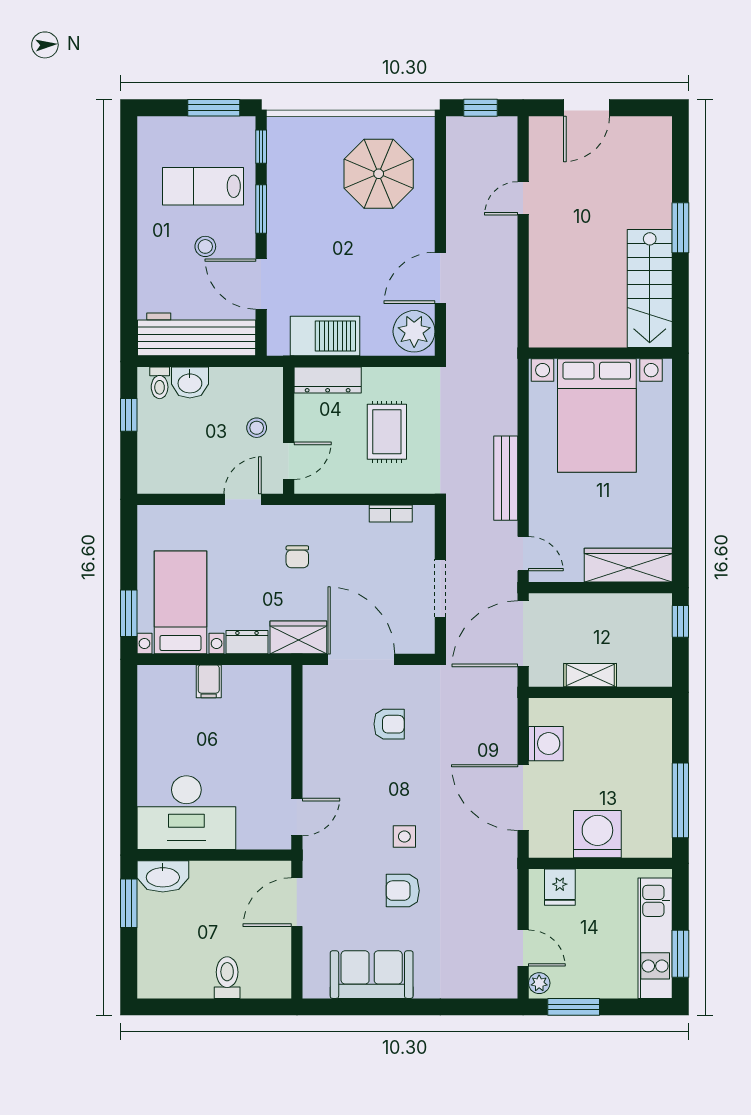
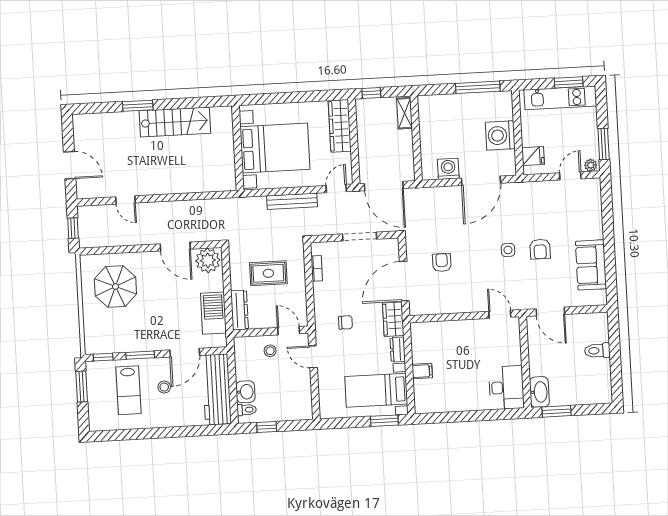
wall: (600, 353) -> (238, 148), moved
bed with nightstands: (597, 416) -> (275, 148), moved
shelving: (590, 675) -> (404, 113), moved
desk: (186, 813) -> (506, 388), width x0.73, depth x0.77

